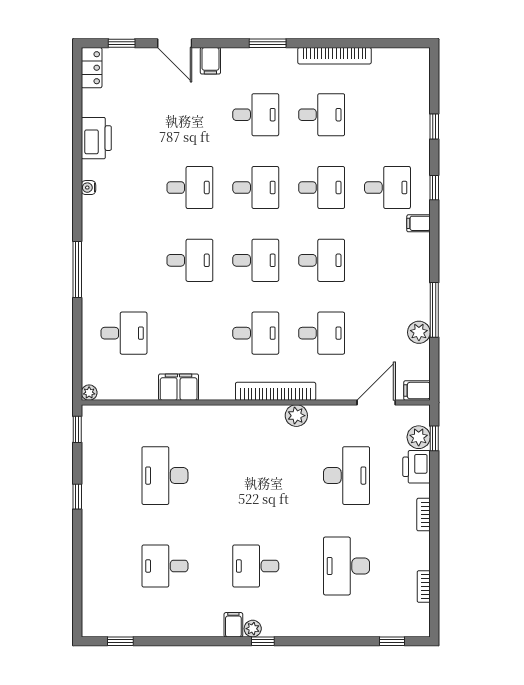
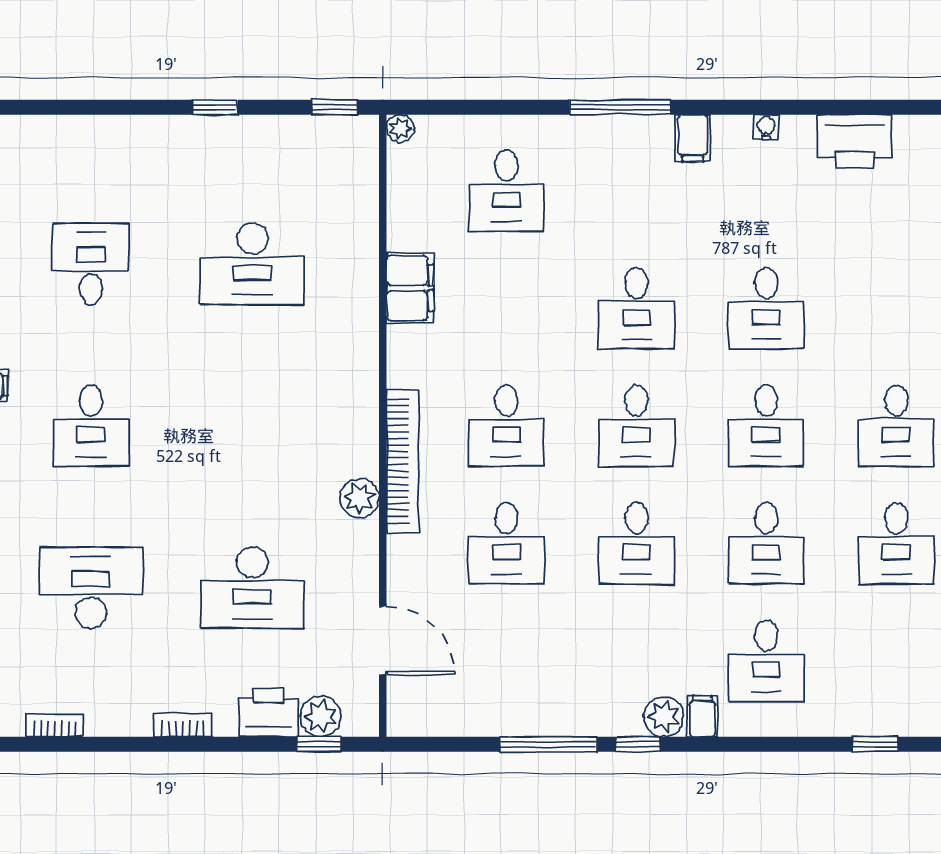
window: (434, 188) -> (638, 744), moved
plant: (419, 332) -> (664, 717), moved
filing cabinet: (417, 391) -> (693, 138), moved, turned 180
desk: (165, 476) -> (252, 264), turned 180
desk: (256, 566) -> (91, 426), turned 180

